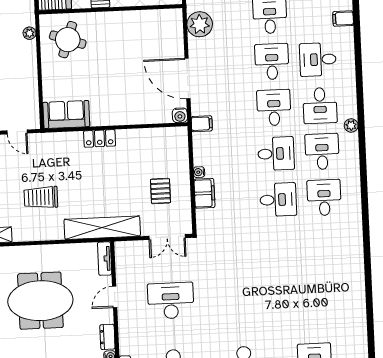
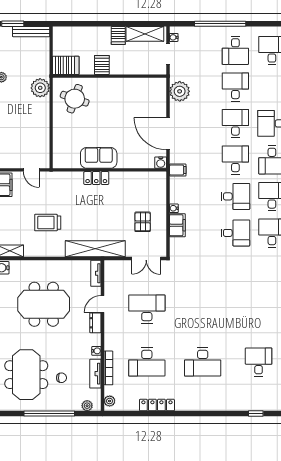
plant: (30, 33) -> (40, 88), width x1.87, depth x1.87
sofa: (66, 114) -> (99, 158), moved
dresser: (107, 337) -> (95, 323), moved

